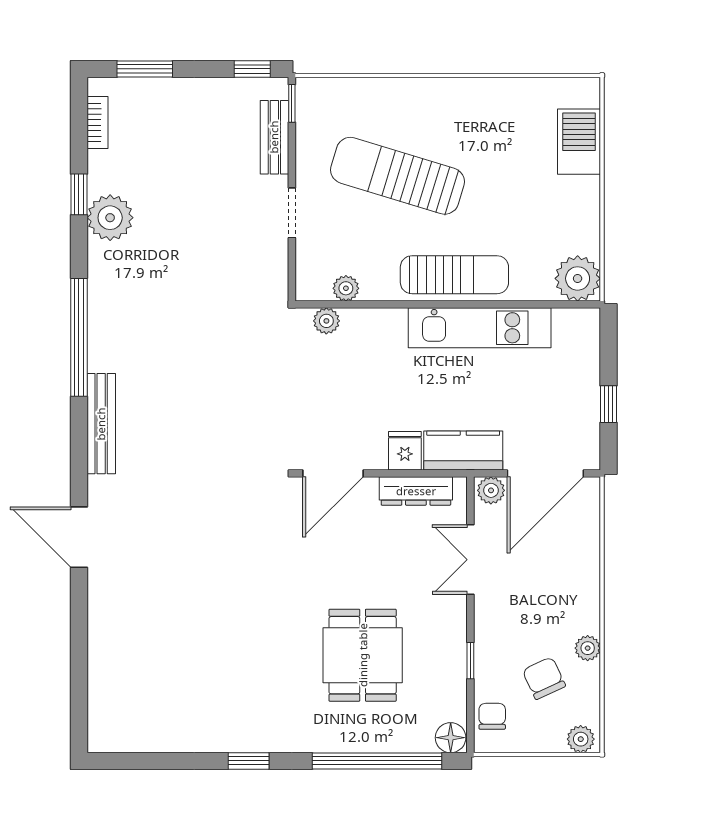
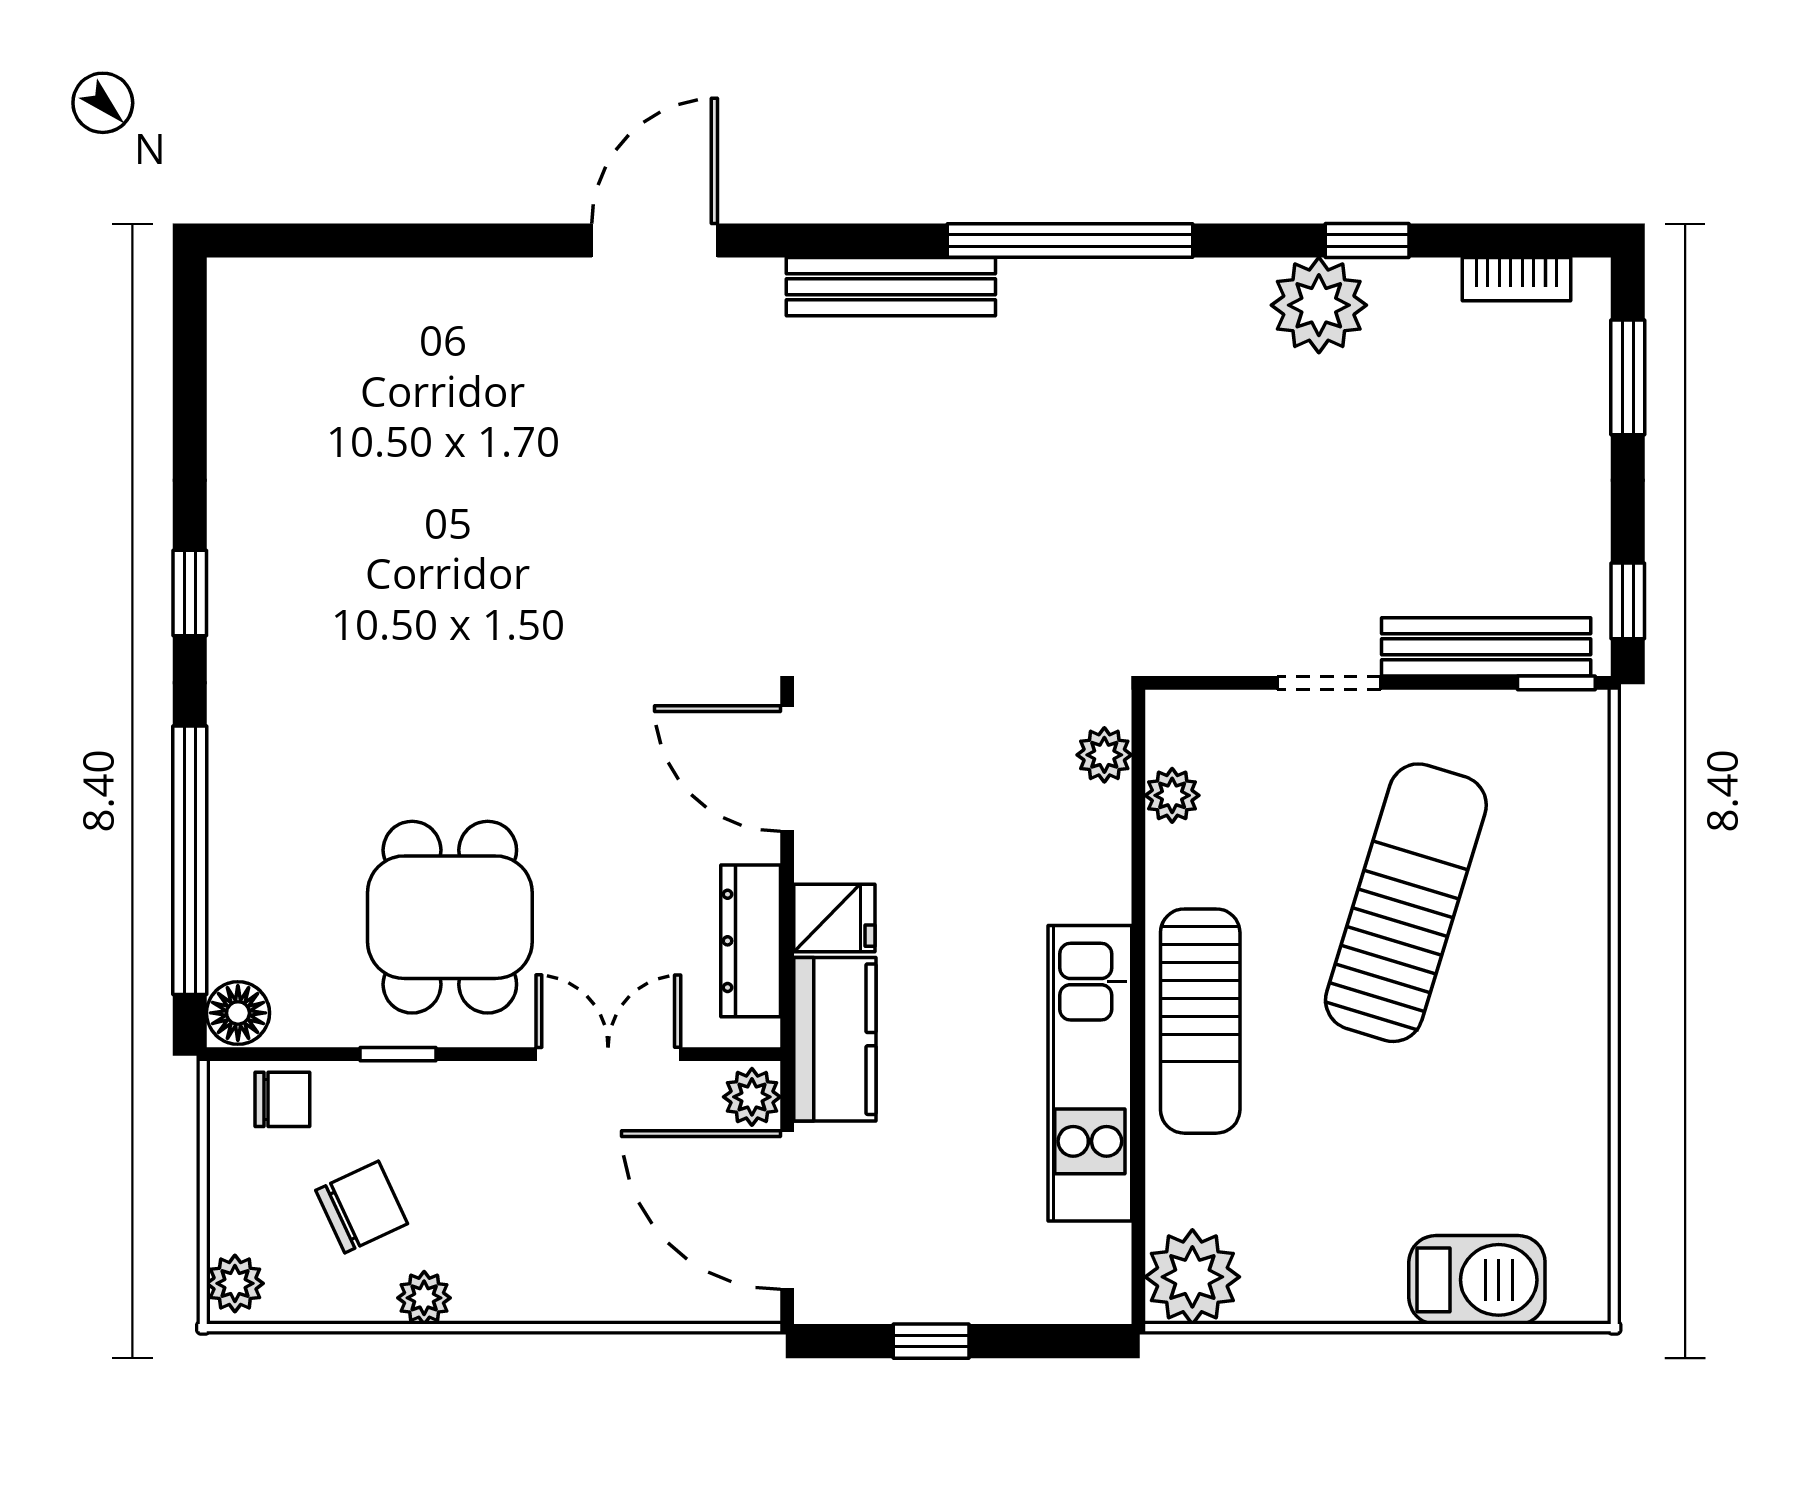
bench: (274, 137) -> (1486, 647), width x1.36
dining table: (363, 655) -> (450, 917), moved, turned 90

